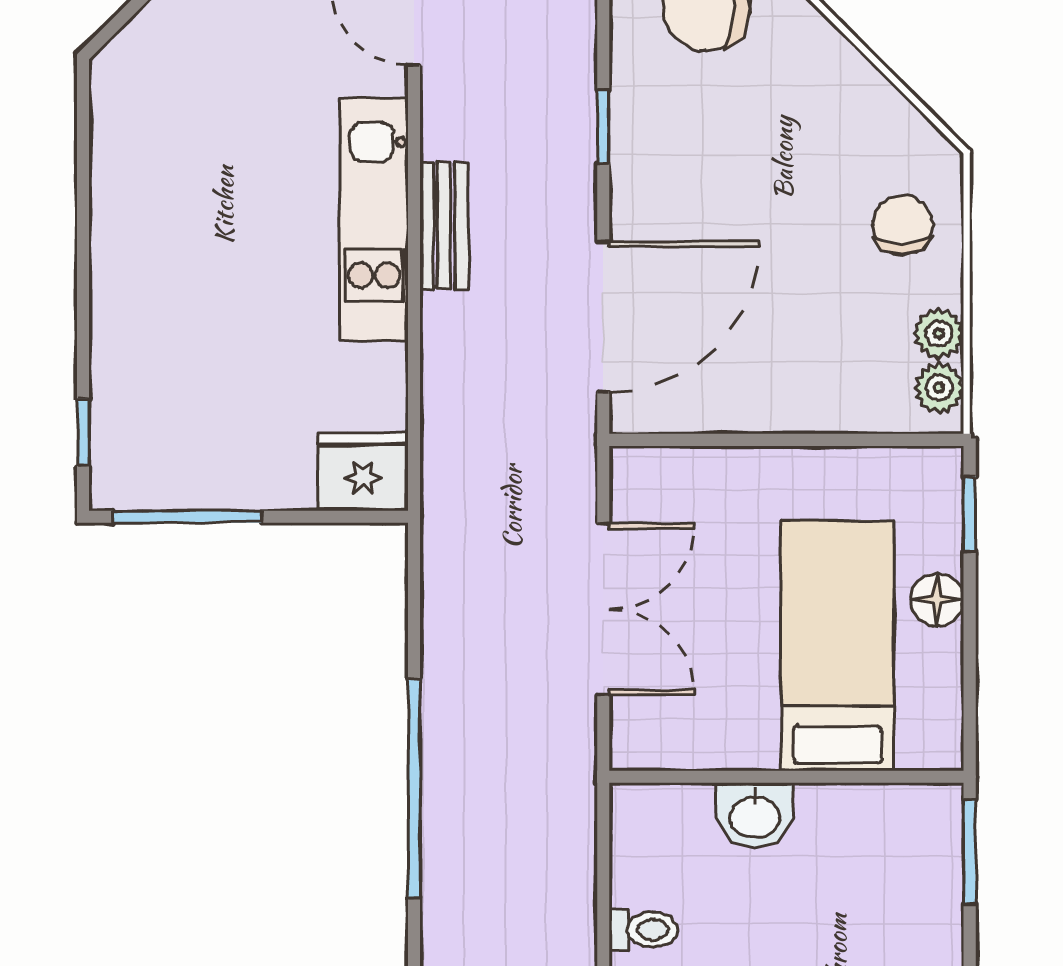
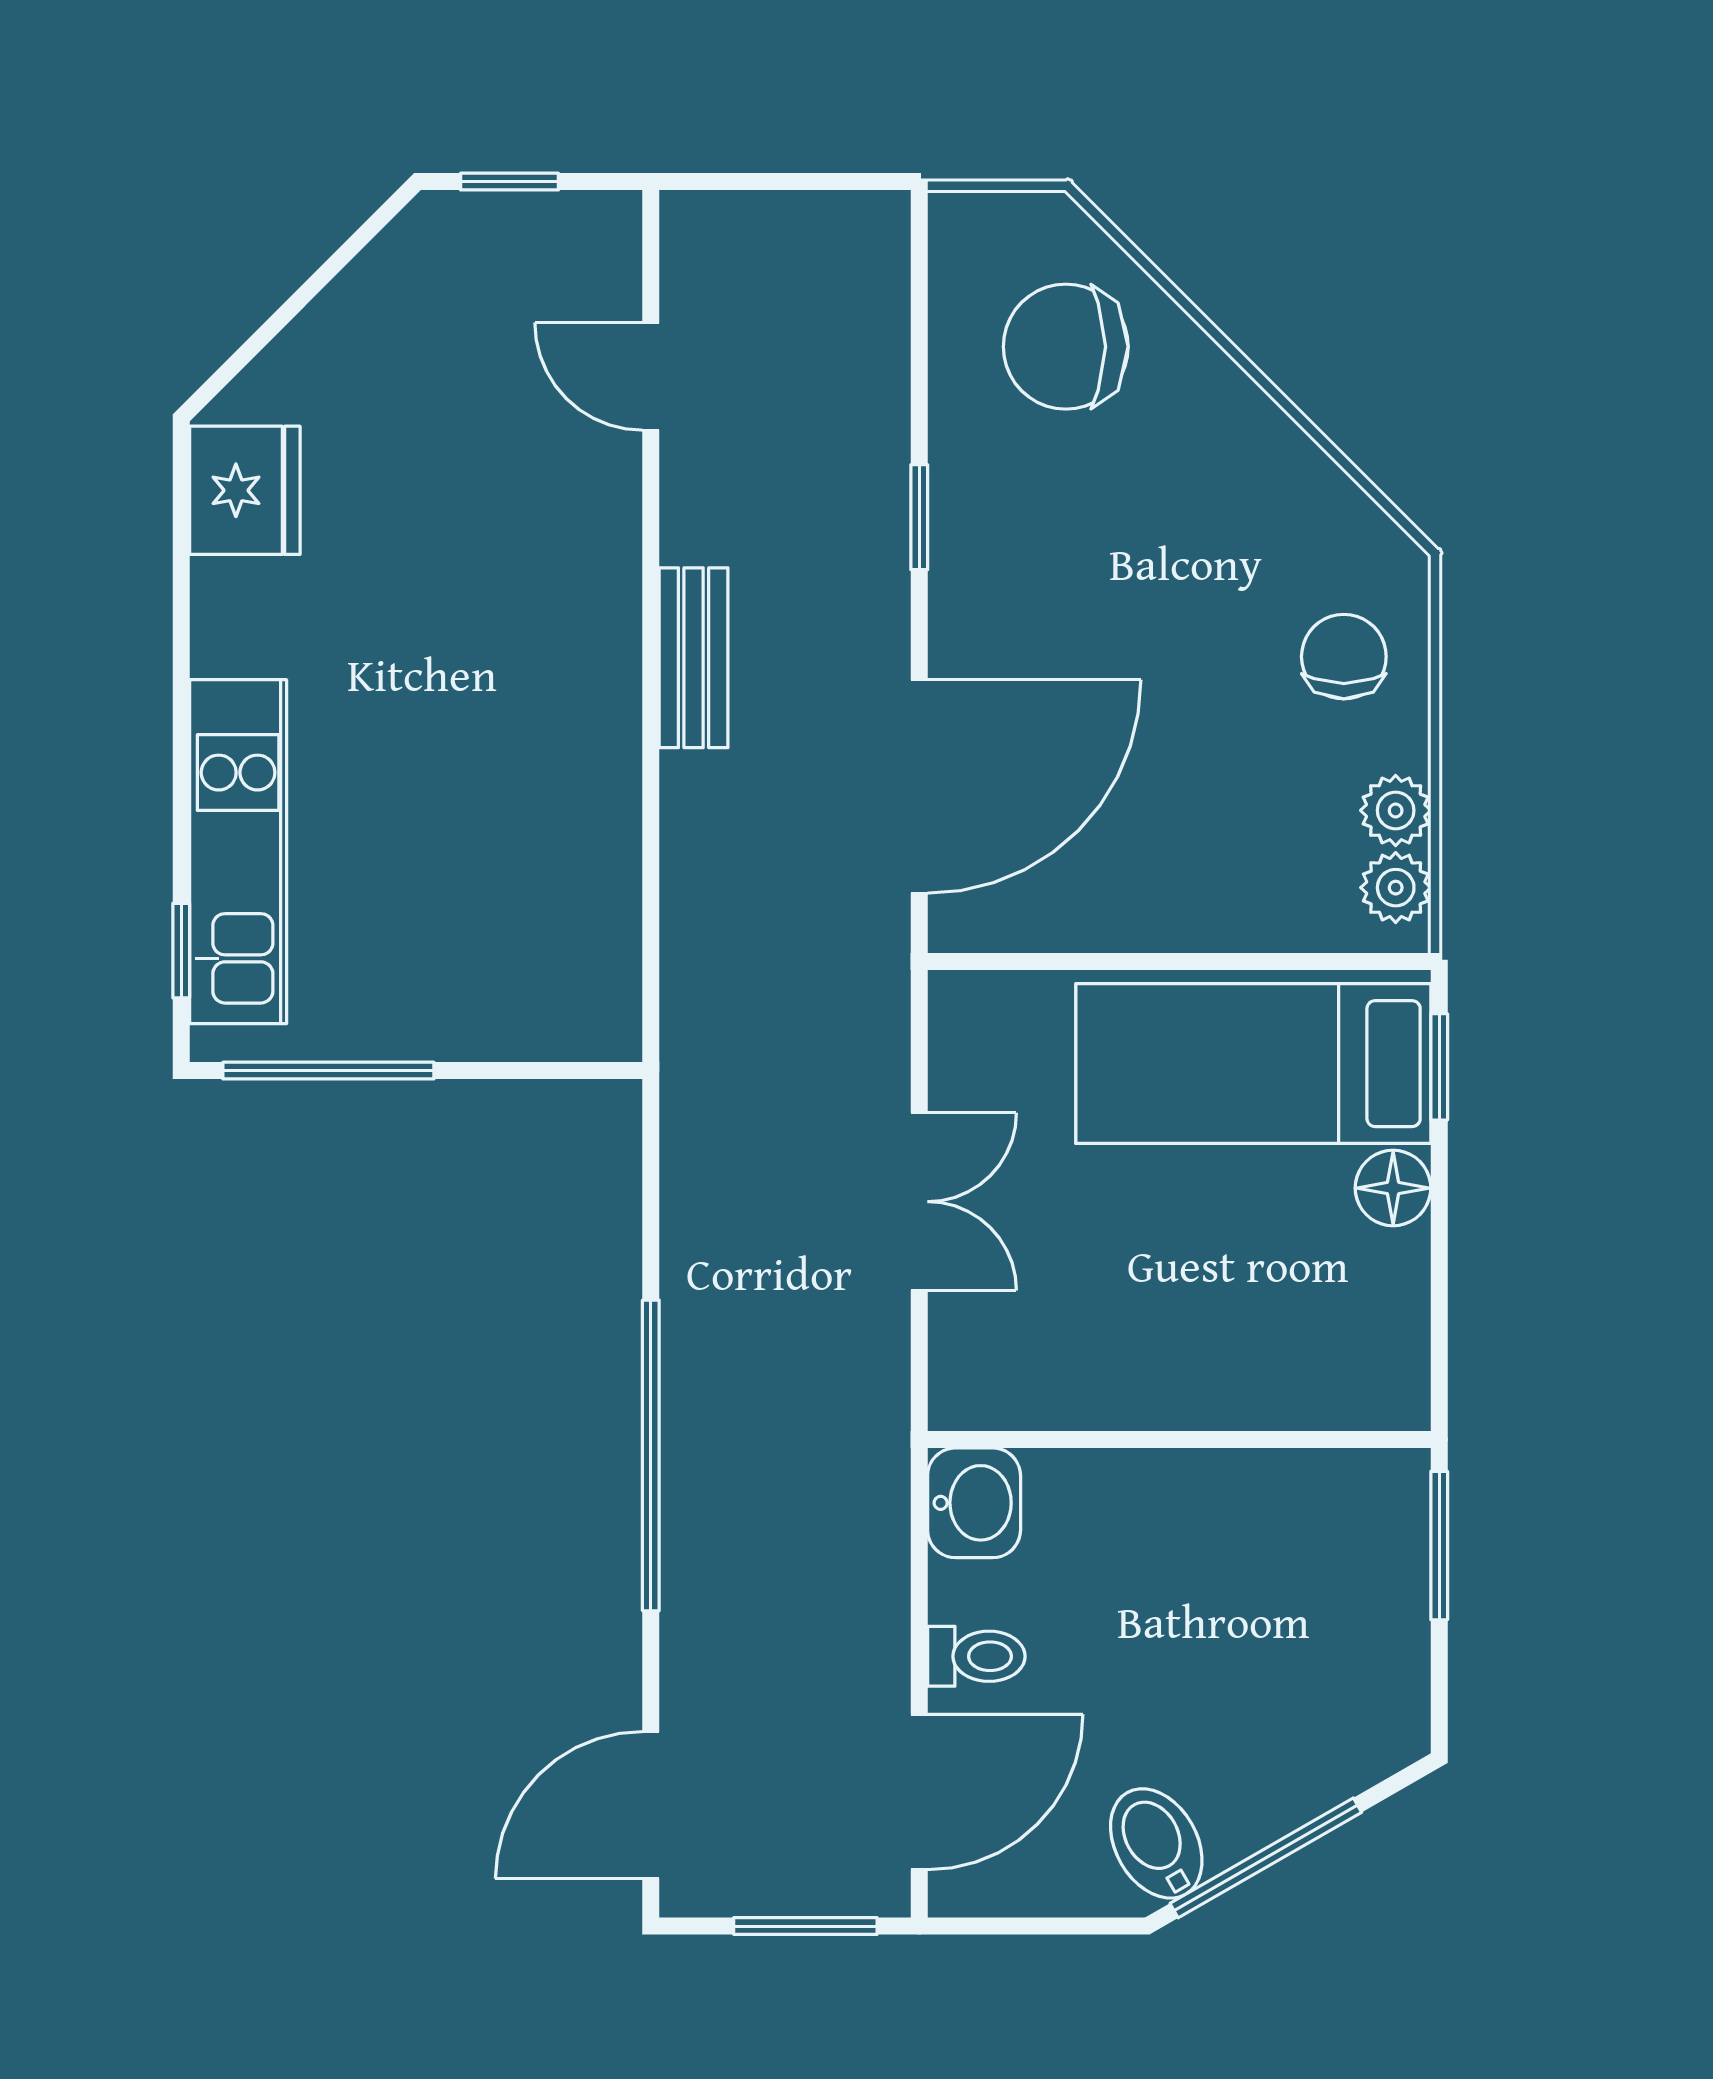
kitchen unit: (374, 219) -> (238, 852), moved, turned 180
fridge: (363, 472) -> (245, 490), moved, turned 90
double door: (603, 609) -> (919, 1202), width x0.73
bed: (838, 646) -> (1253, 1064), moved, turned -90
washbasin: (755, 815) -> (974, 1503), moved, turned -90

